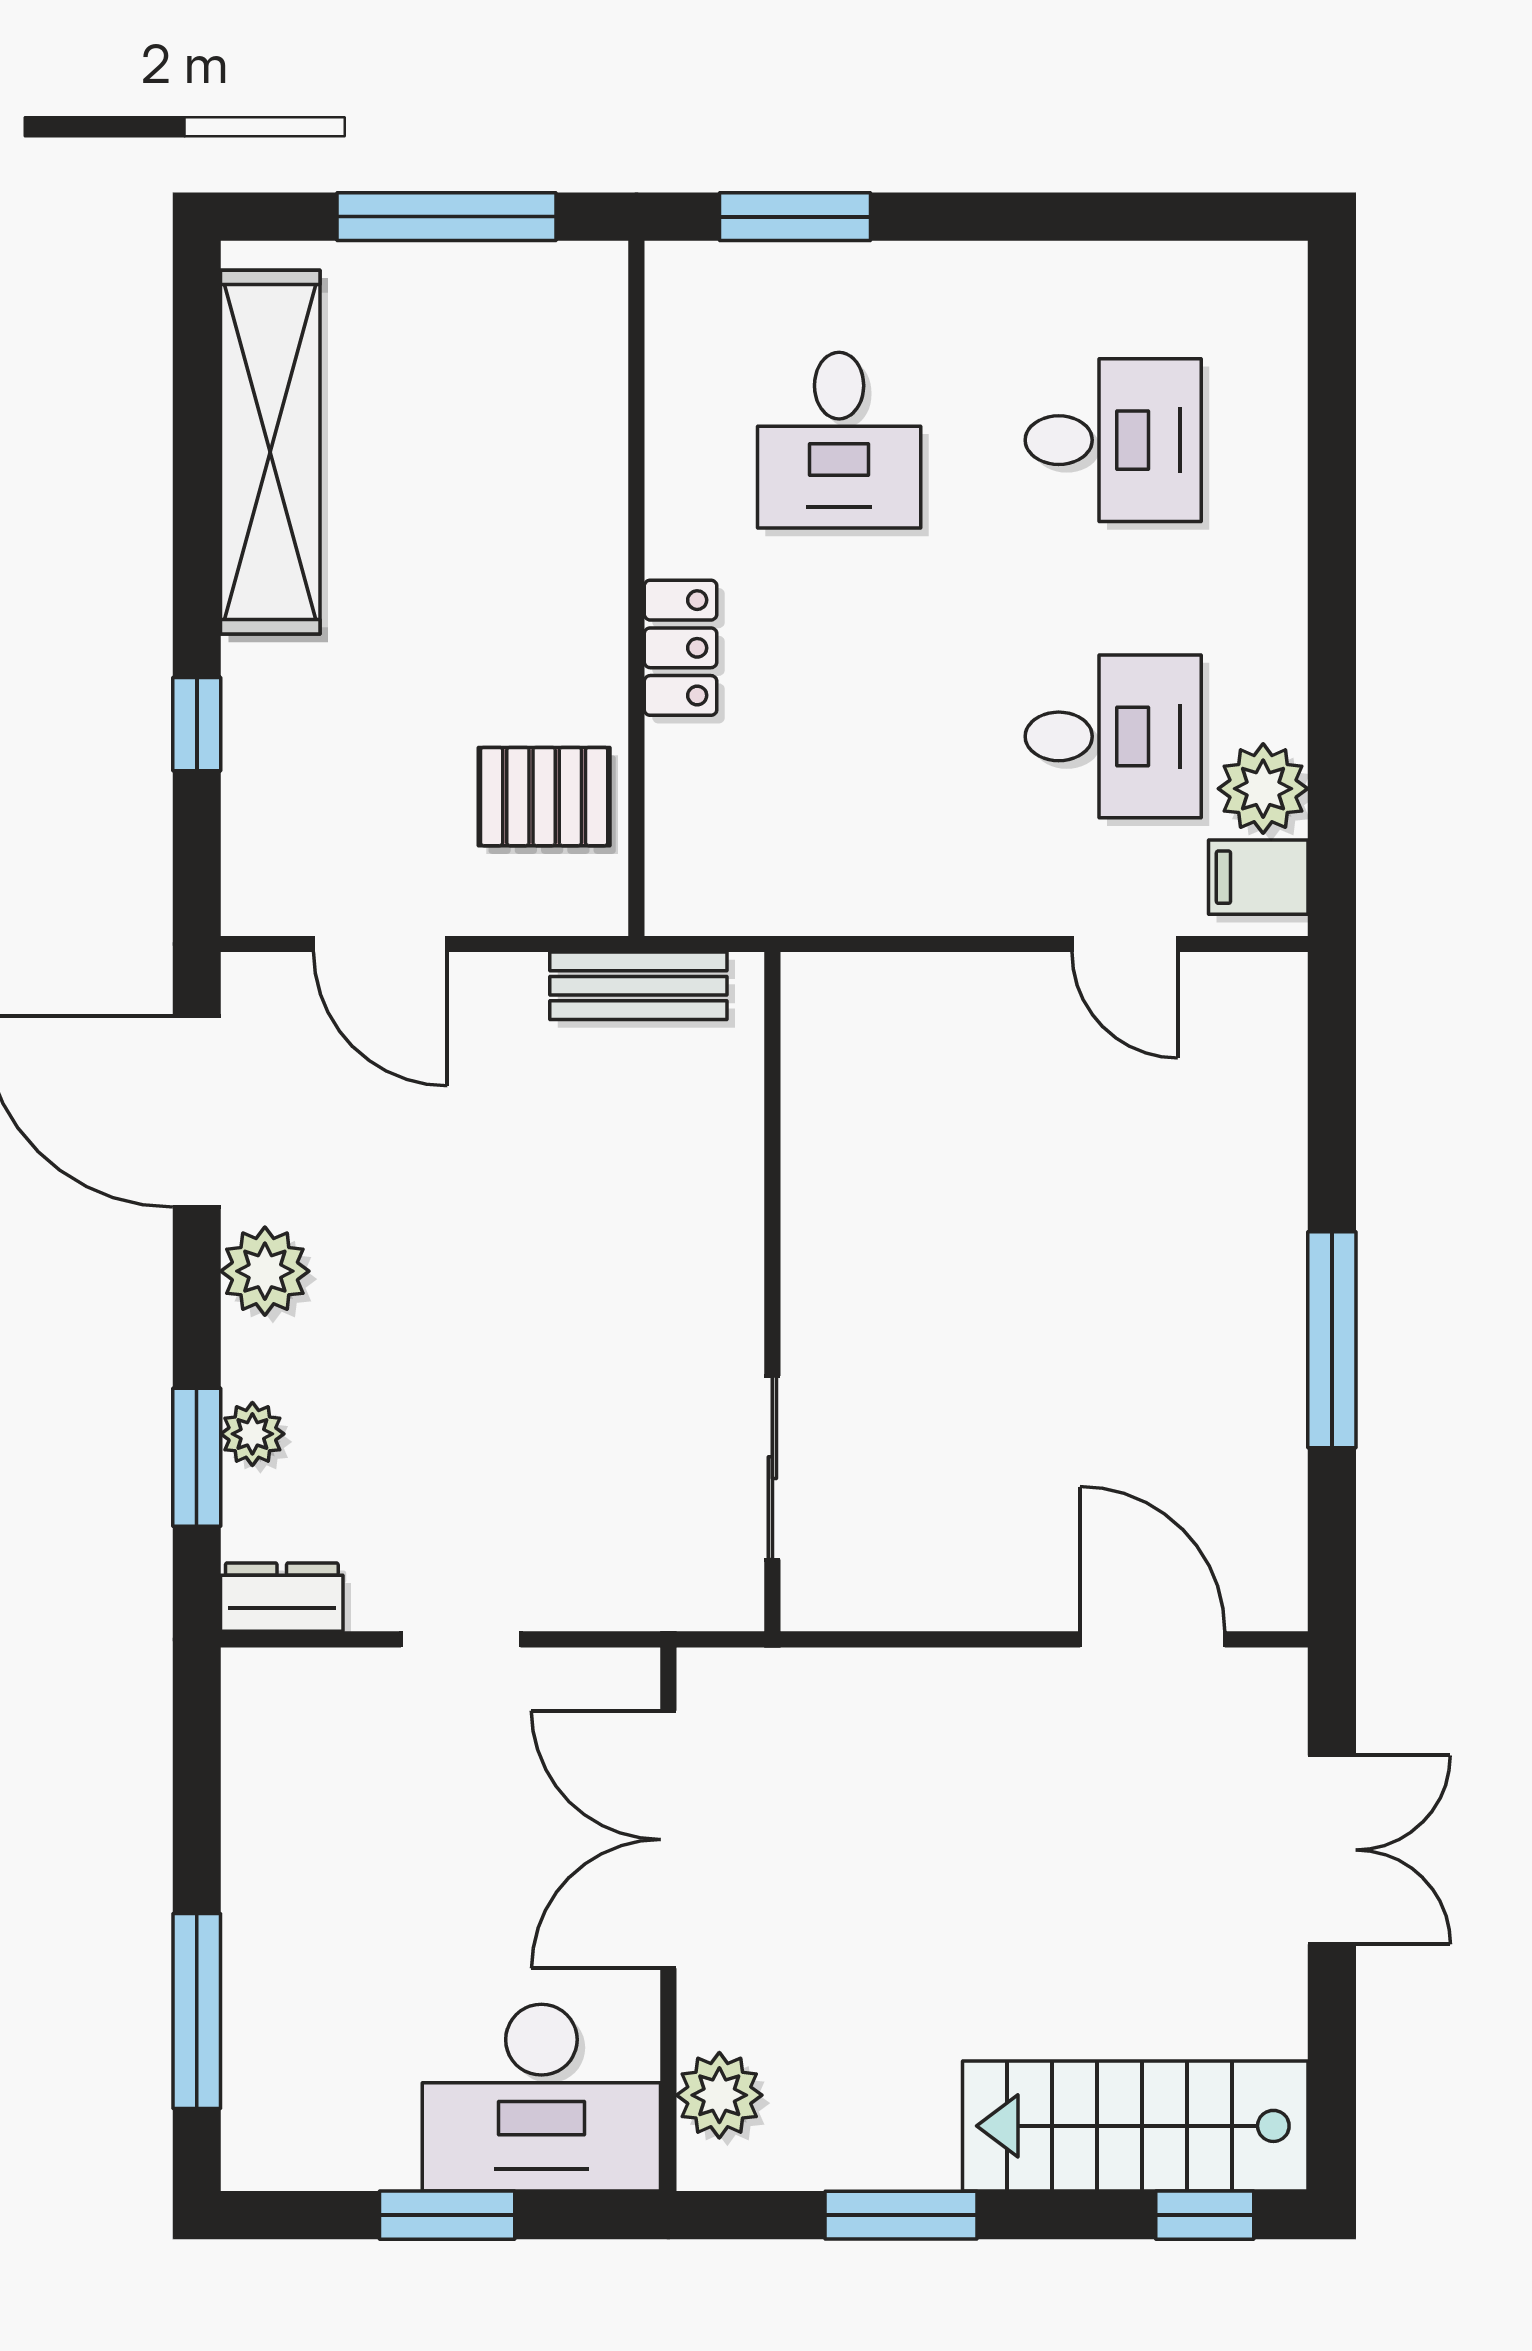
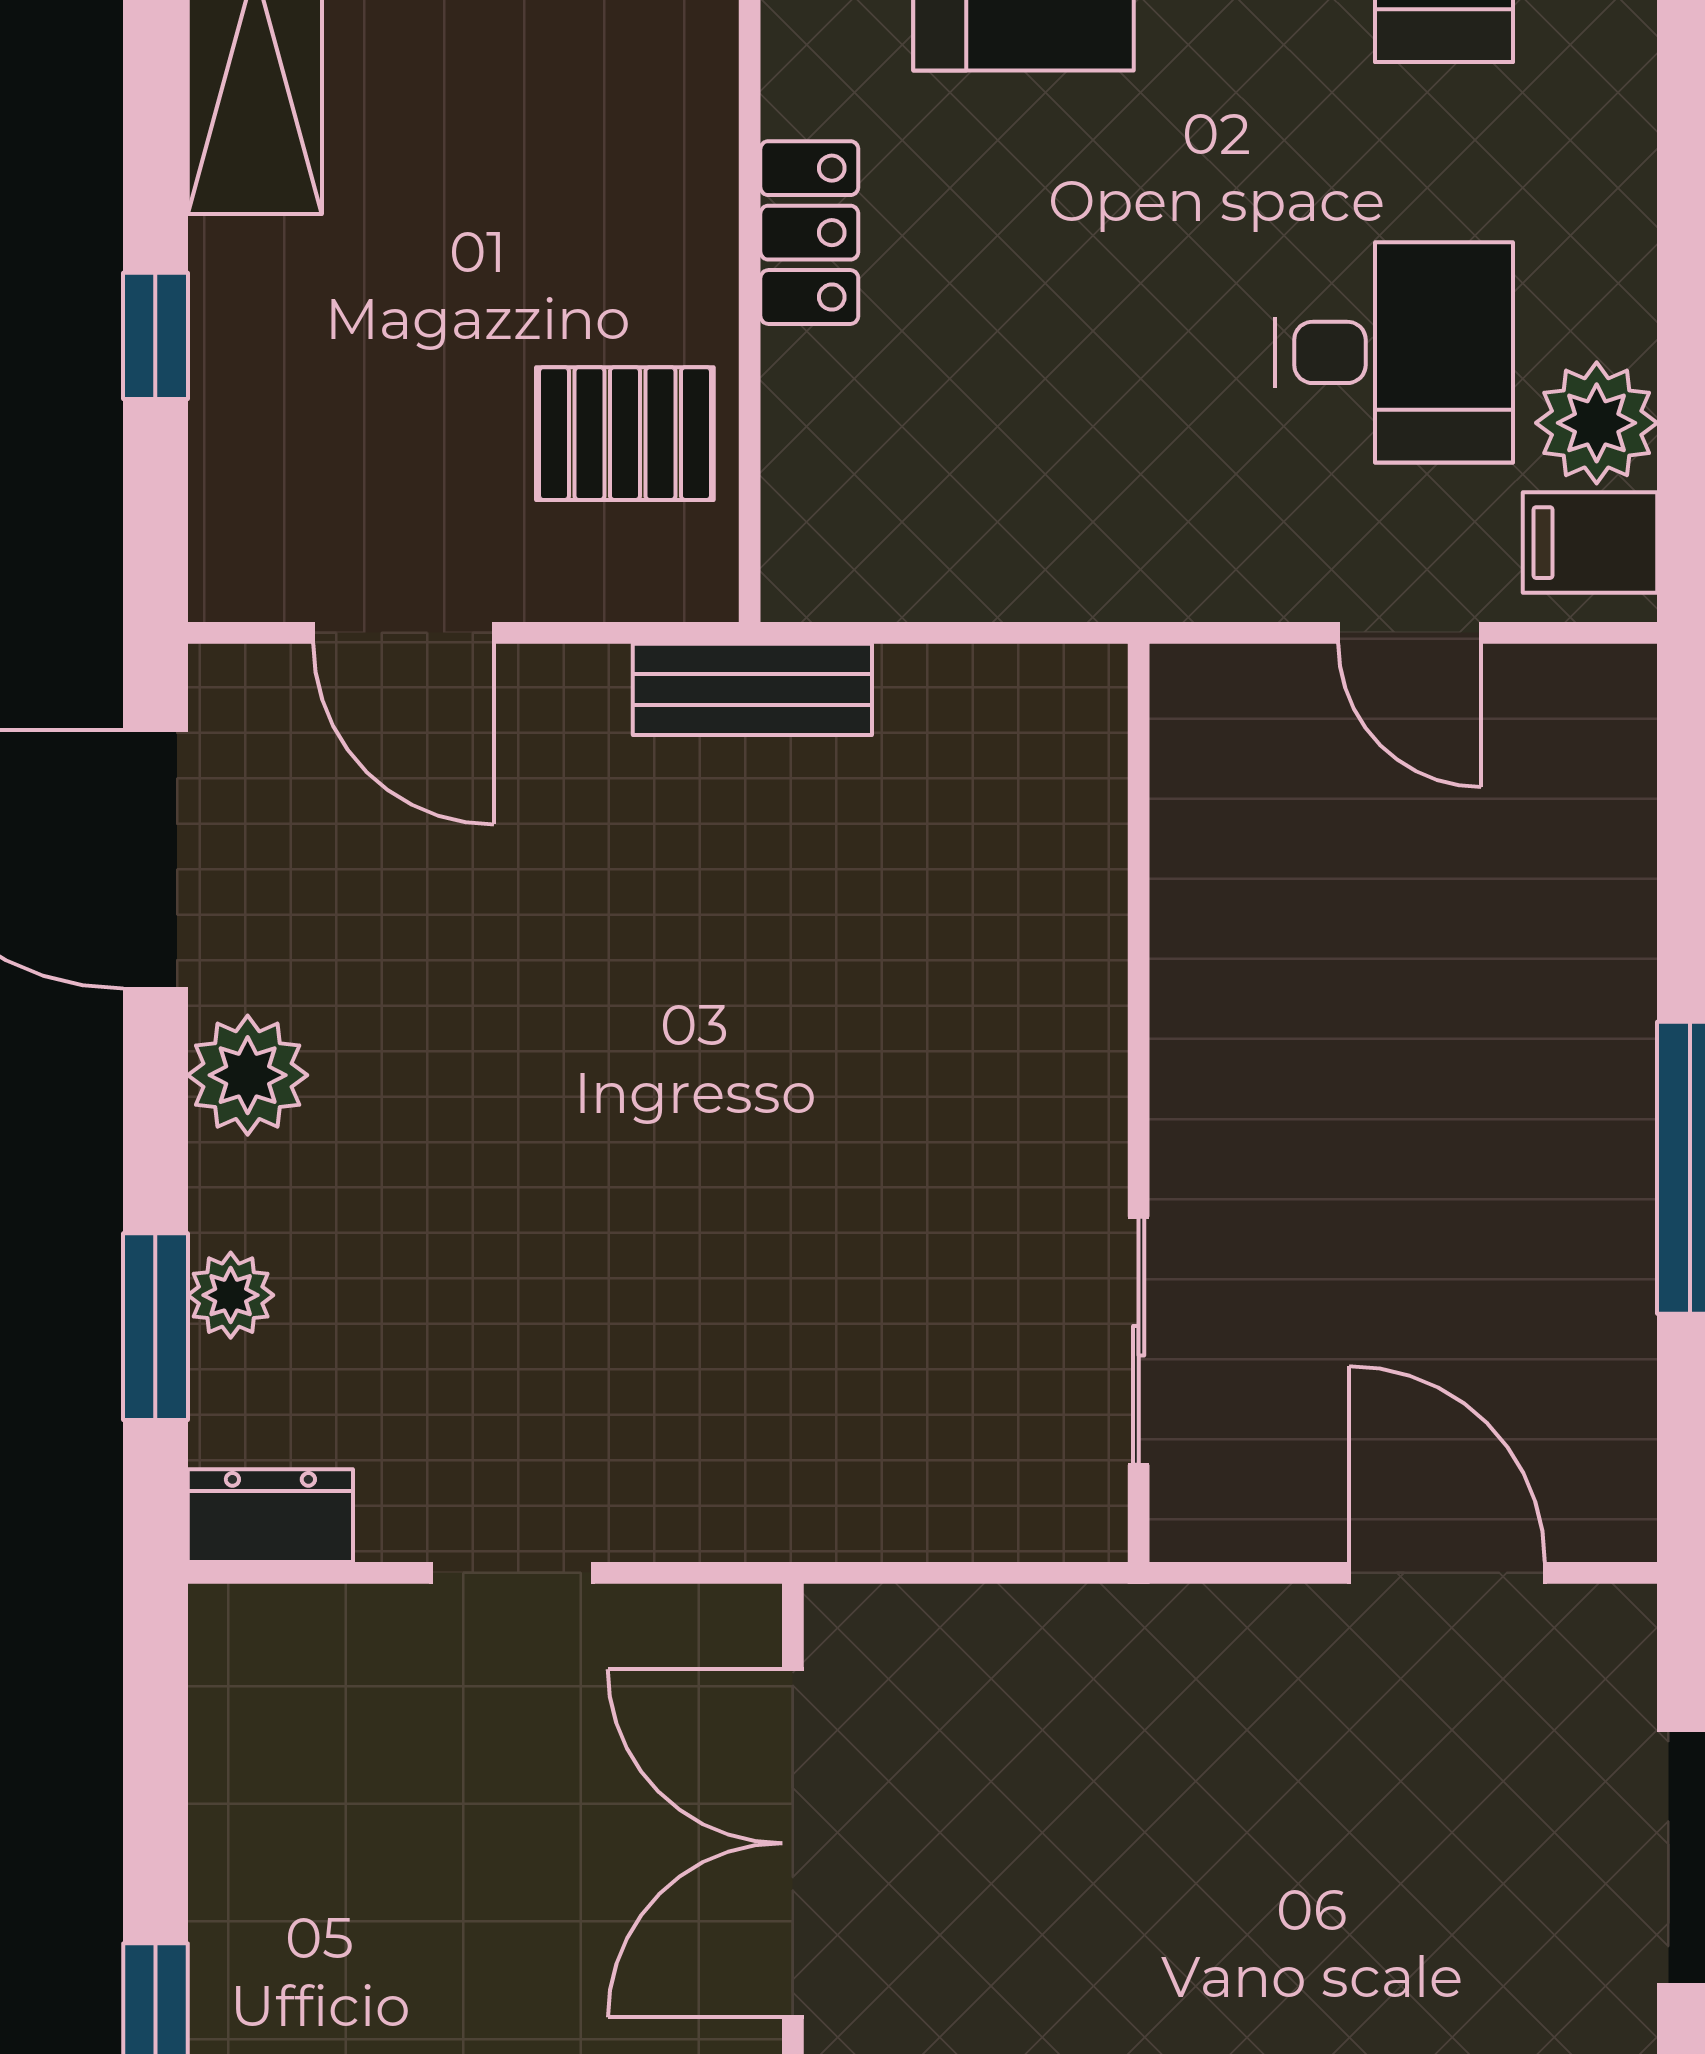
wall: (772, 1292) -> (1139, 1103), moved
sliding door: (772, 1468) -> (1139, 1341), moved

